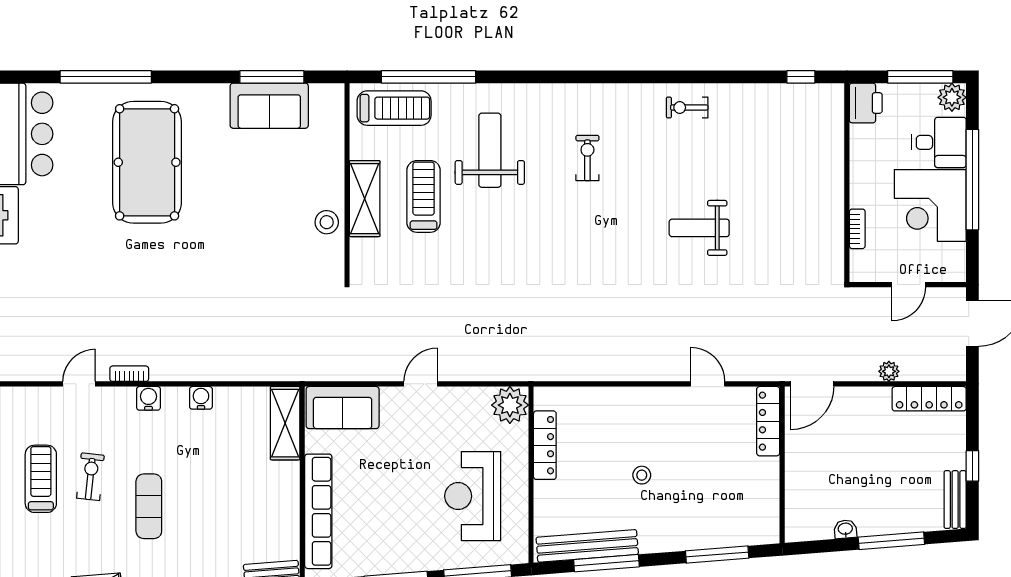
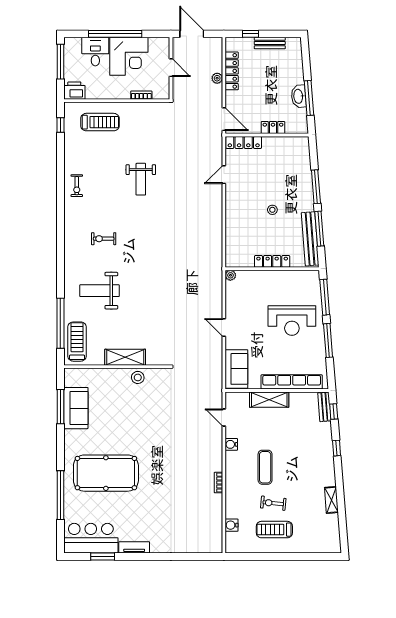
plant: (952, 97) -> (71, 45), removed
treadmill: (424, 196) -> (100, 122), moved, turned 180
door: (79, 384) -> (224, 417), moved
water cooler: (148, 398) -> (232, 525), moved
locker: (929, 399) -> (232, 71), moved
plant: (510, 405) -> (230, 275), width x0.53, depth x0.53
shelving: (285, 423) -> (269, 400), moved
locker: (545, 445) -> (272, 261), moved
window: (972, 466) -> (250, 34), moved
locker: (796, 476) -> (273, 128), added
reception desk: (473, 496) -> (292, 321), moved
bench: (955, 500) -> (270, 43), moved
exercise mat: (149, 506) -> (265, 467), moved, turned 90
washbasin: (845, 529) -> (299, 96), width x1.91, depth x1.45
window: (891, 541) -> (309, 98), moved
window: (717, 554) -> (316, 187), moved

